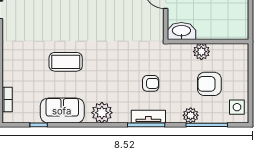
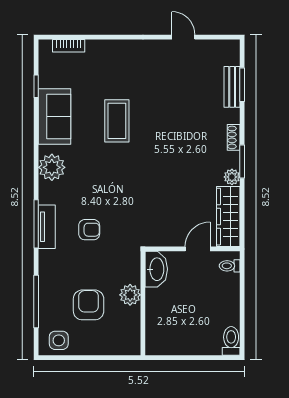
armchair: (151, 83) -> (89, 230), turned -90
plant: (191, 115) -> (48, 281), removed

